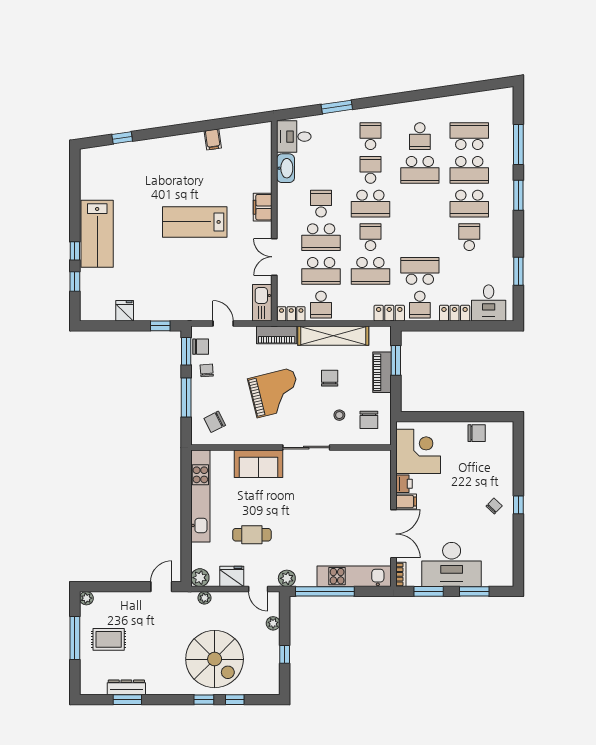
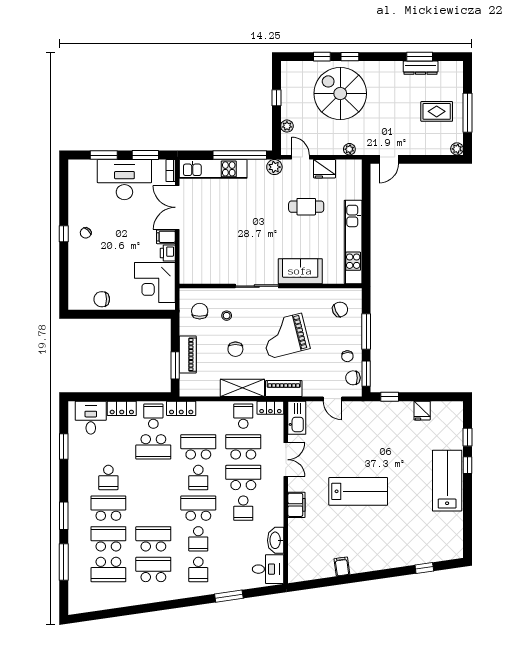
school desk: (420, 136) -> (153, 569), width x1.85
shelving: (333, 336) -> (242, 388), width x0.68
plant: (200, 578) -> (354, 168), removed

